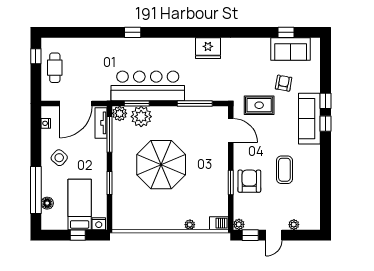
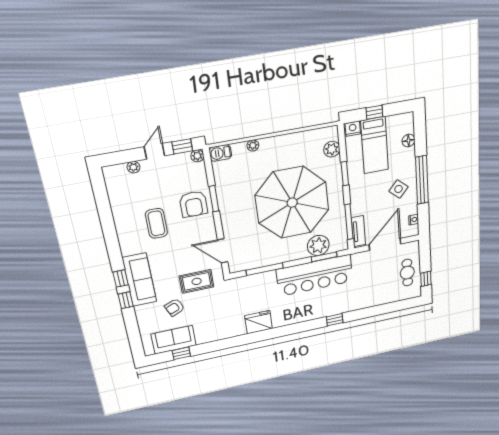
armchair: (284, 83) -> (175, 307), turned 57
plant: (120, 113) -> (332, 149), moved
parasol: (161, 165) -> (292, 203), width x1.36, depth x1.36
window: (36, 190) -> (422, 180), moved

